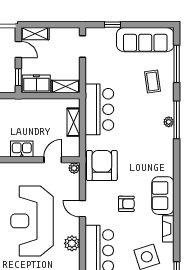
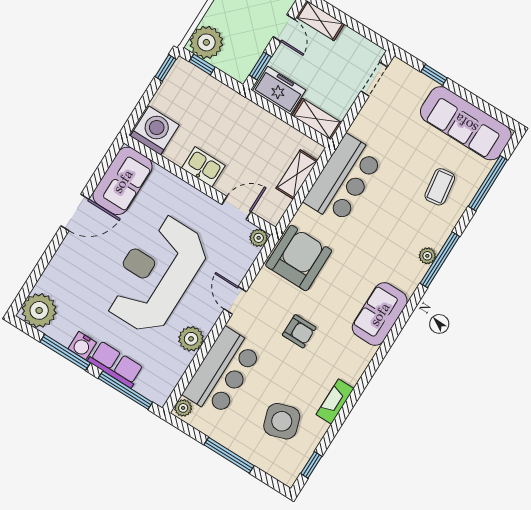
sofa: (163, 196) -> (380, 314), moved

